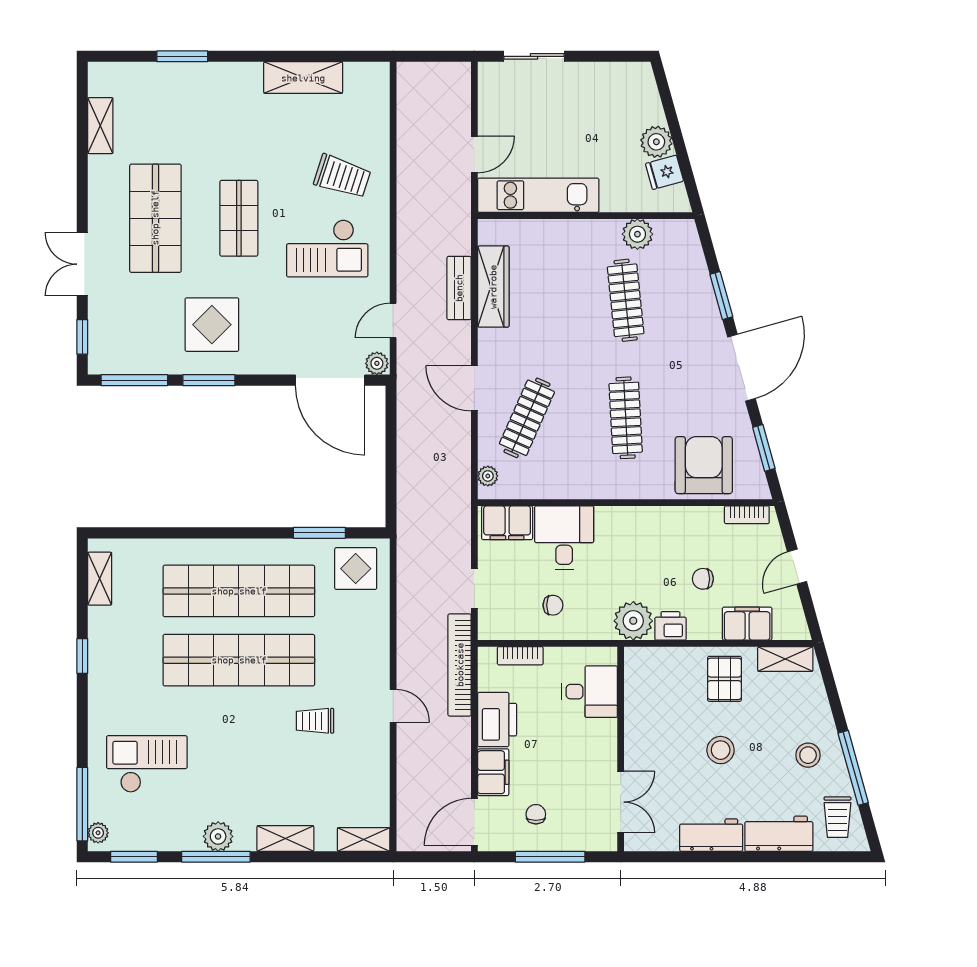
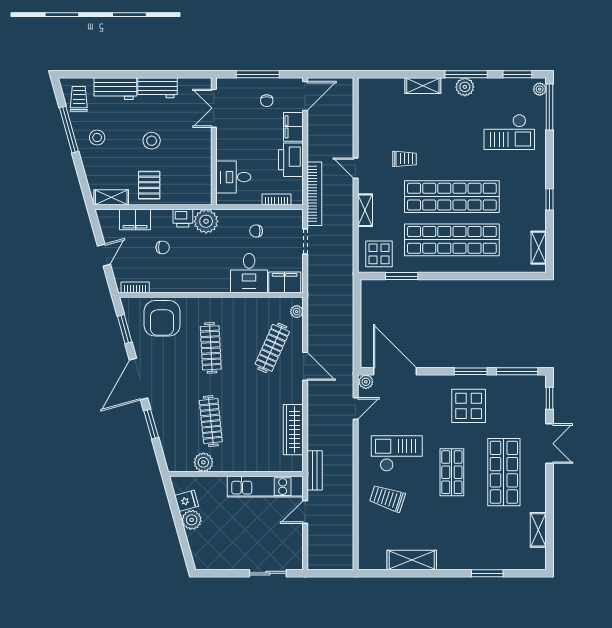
bench: (459, 288) -> (315, 470), moved
shelving: (364, 839) -> (365, 210), moved, turned 90

